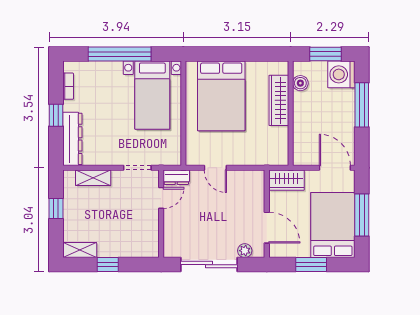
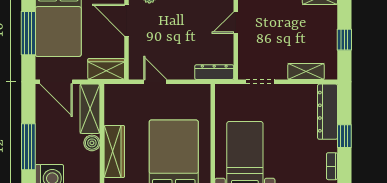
boiler: (300, 83) -> (92, 143), moved
shelving: (302, 142) -> (90, 109), added
door: (215, 168) -> (155, 82), moved
dresser: (176, 177) -> (214, 72), width x1.44
door: (161, 198) -> (236, 23), moved

